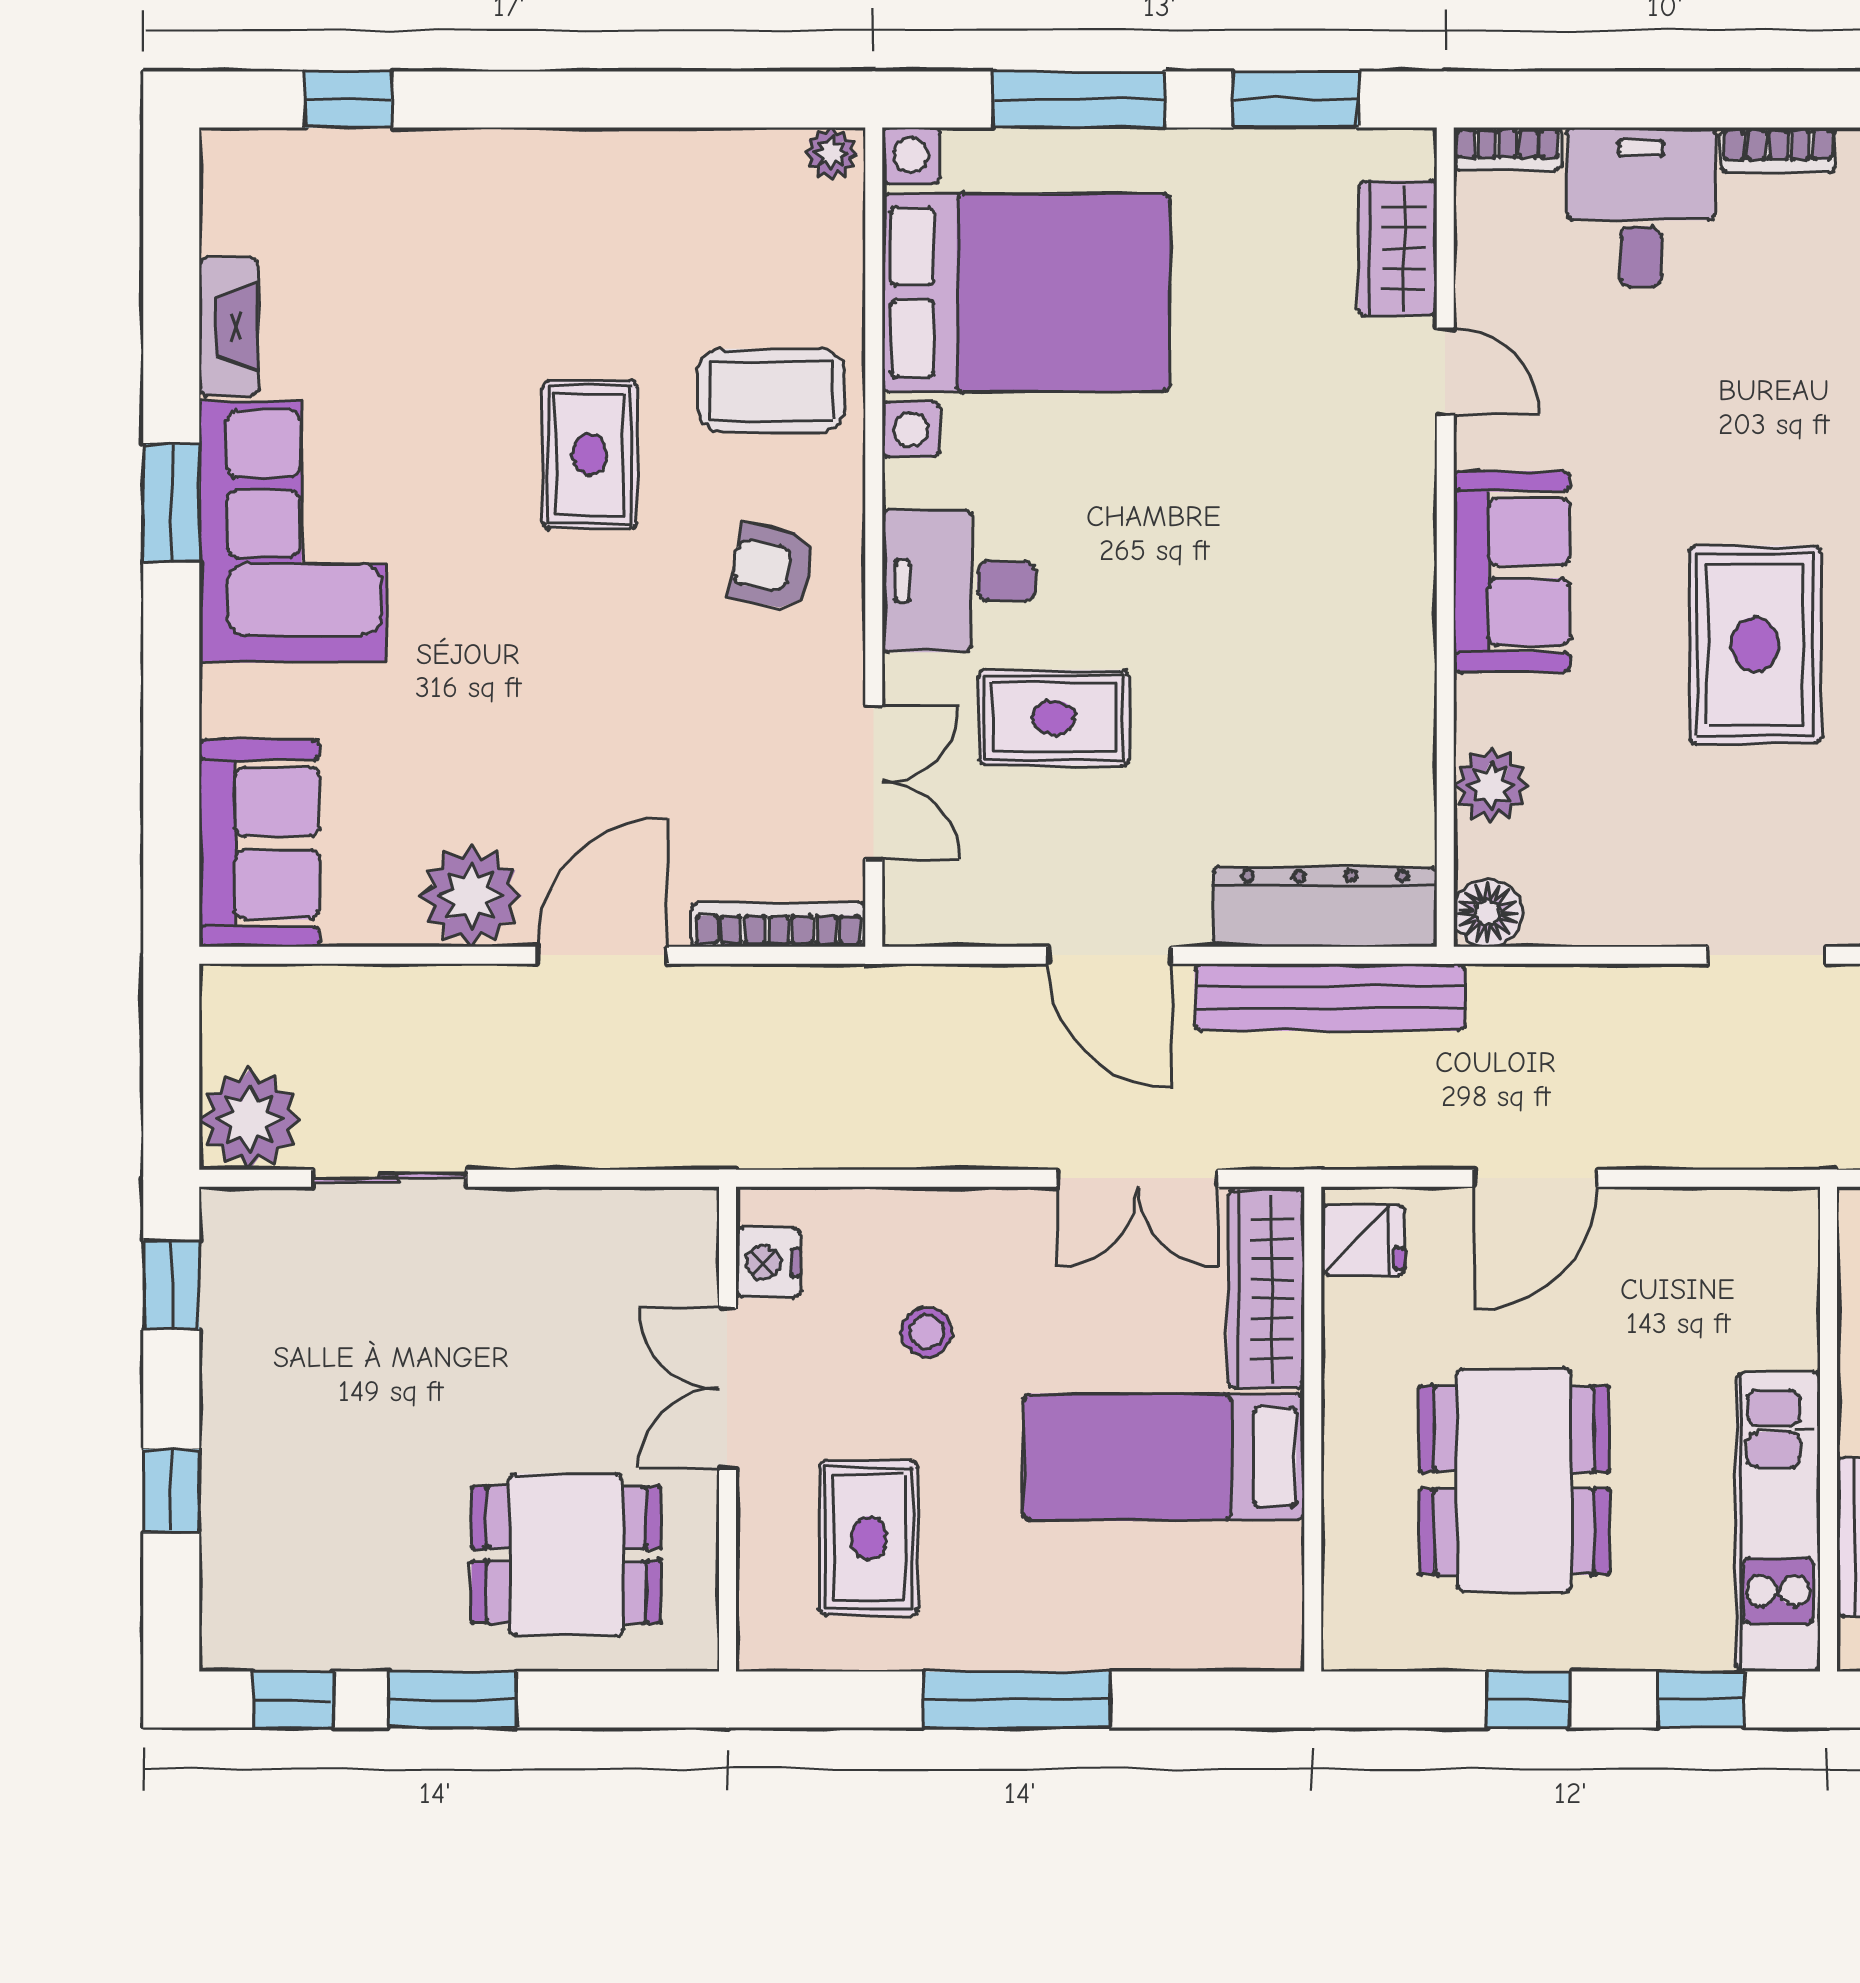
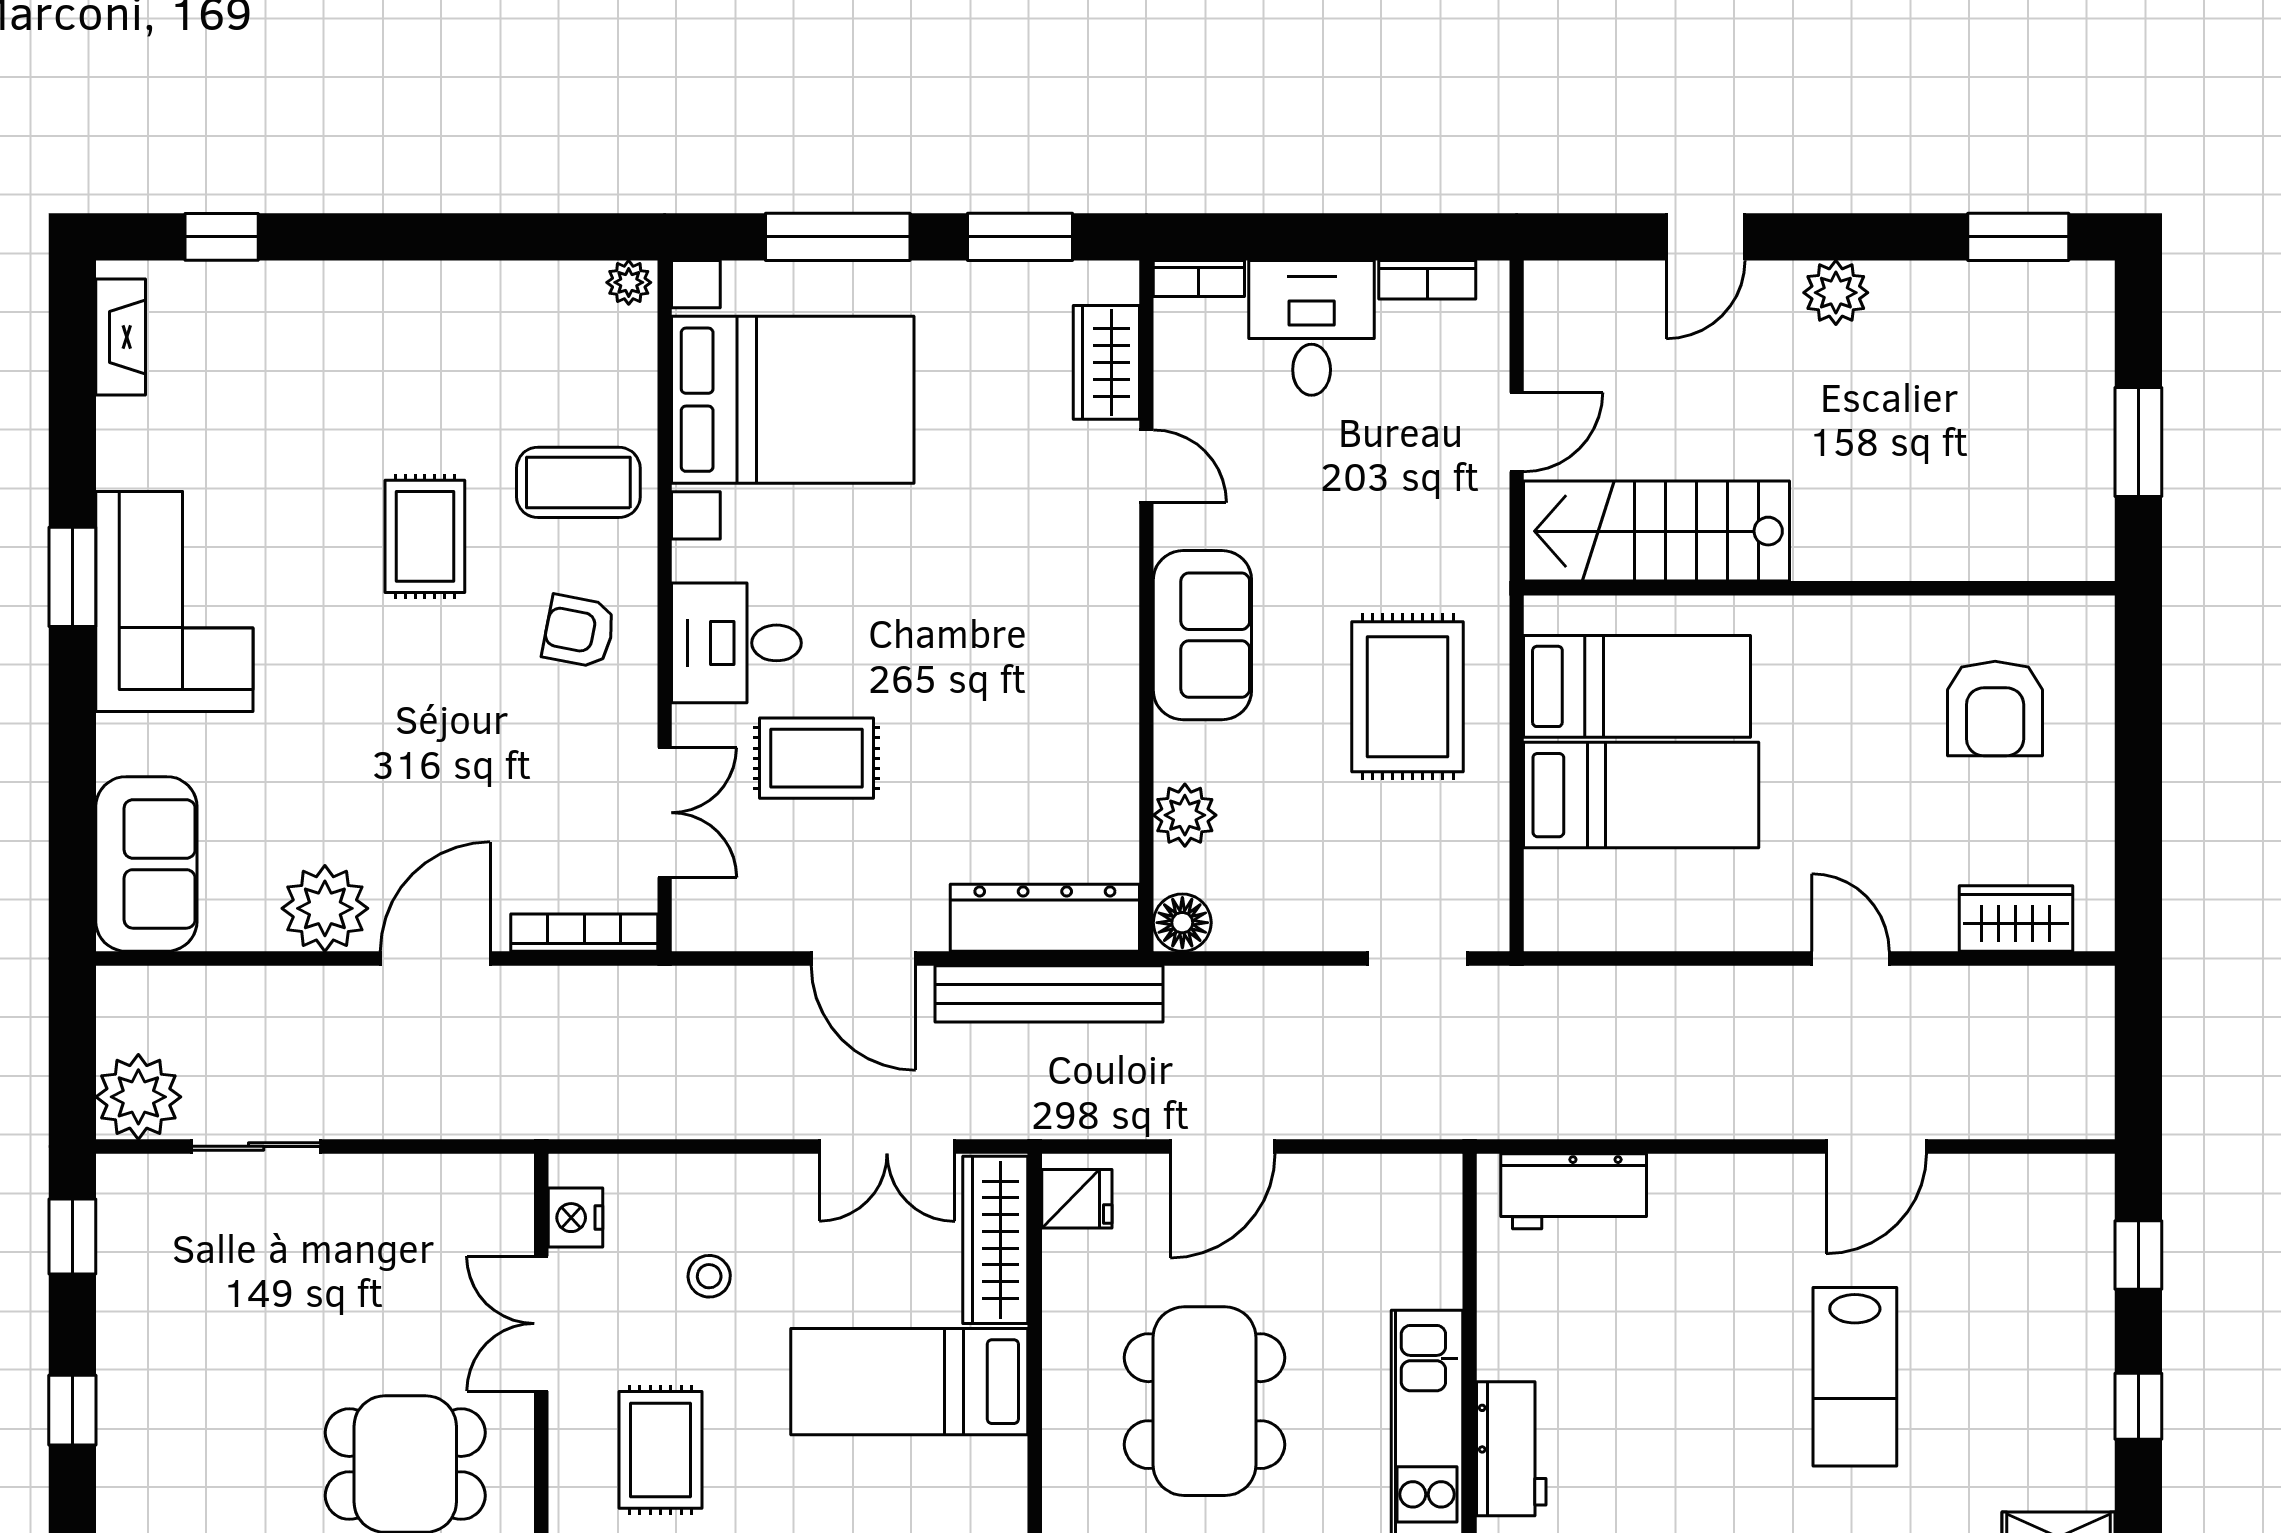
fireplace: (229, 327) -> (121, 337), moved

